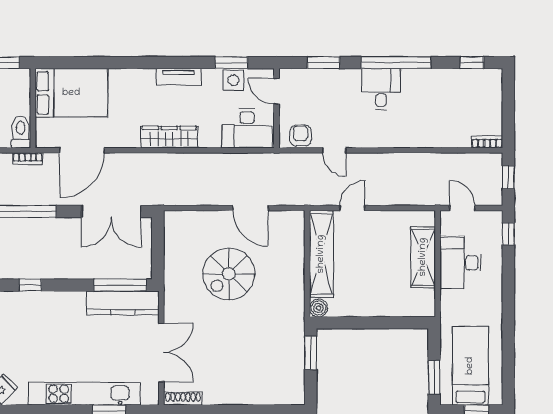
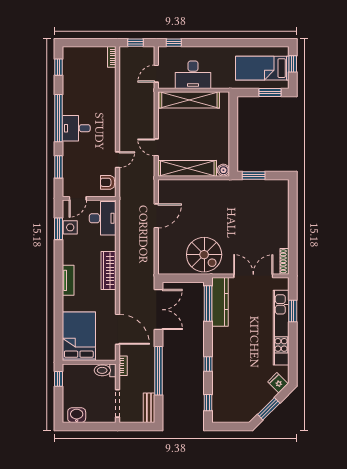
tv unit: (179, 77) -> (68, 280), moved
shelving: (423, 257) -> (189, 100), width x1.47
spiral stairs: (229, 274) -> (204, 255), moved

